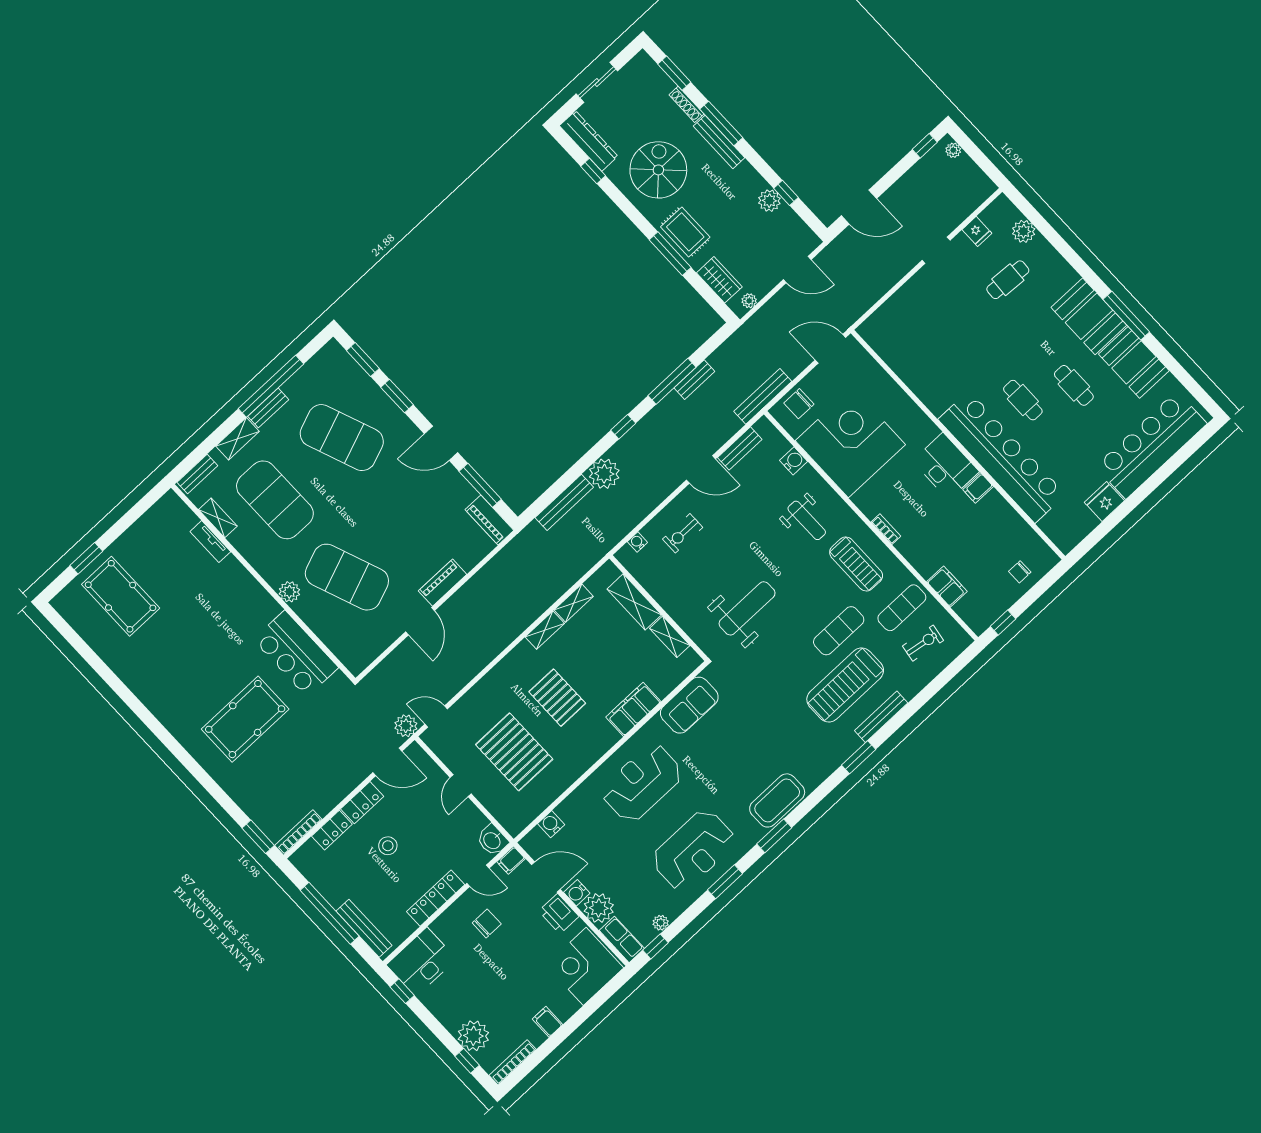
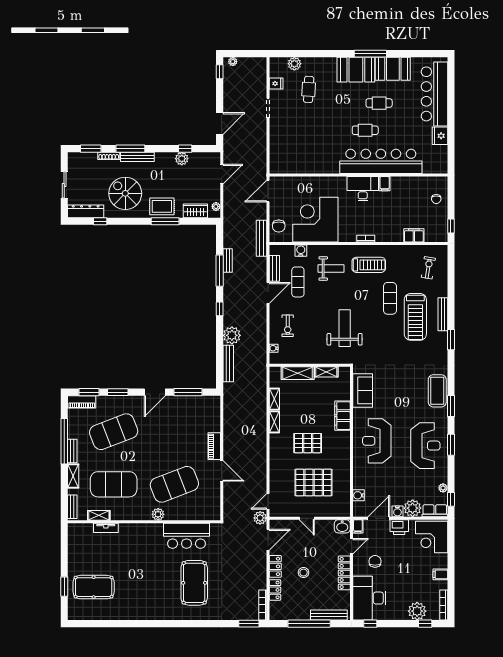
piano: (489, 520) -> (82, 402), moved
exercise mat: (902, 608) -> (298, 282), moved
desk: (421, 962) -> (369, 598), width x1.36, depth x1.30

